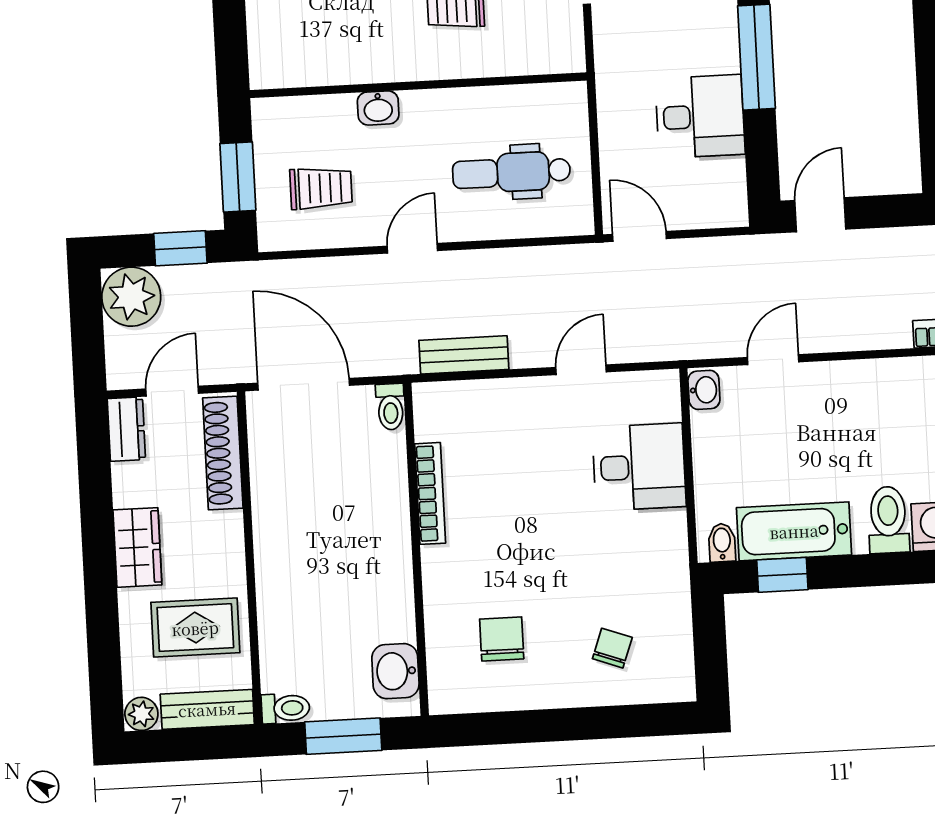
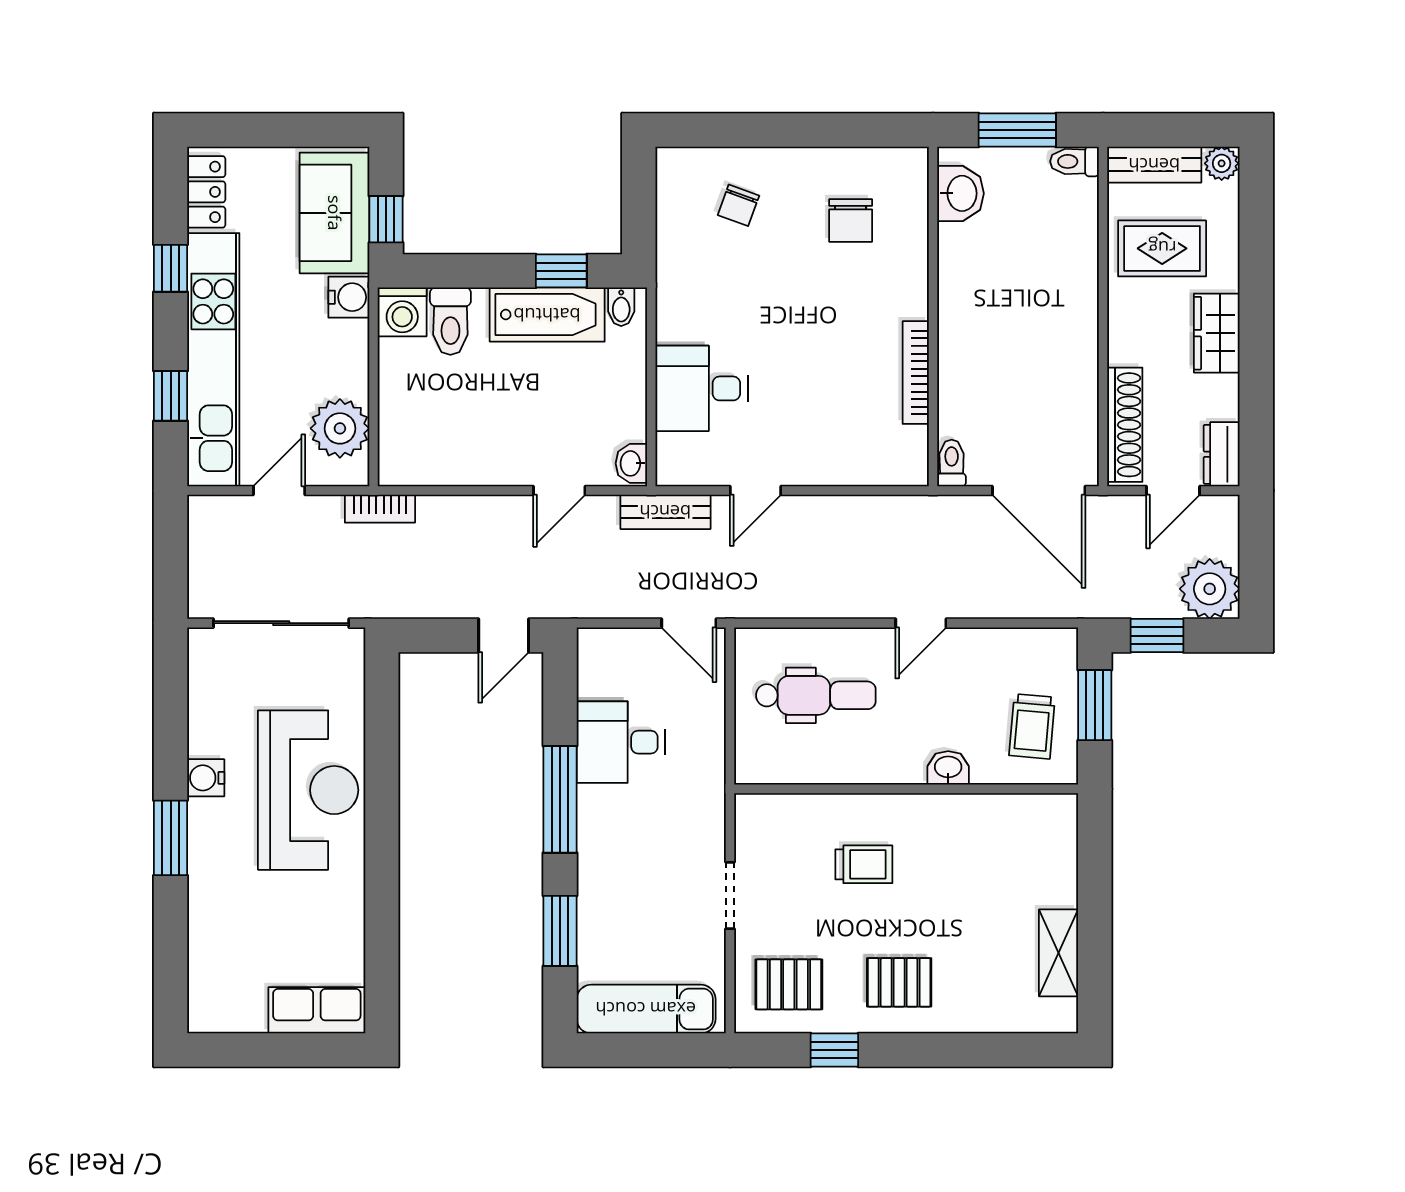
trolley: (321, 188) -> (1032, 726), moved, turned -85
bench: (464, 355) -> (665, 512), moved

